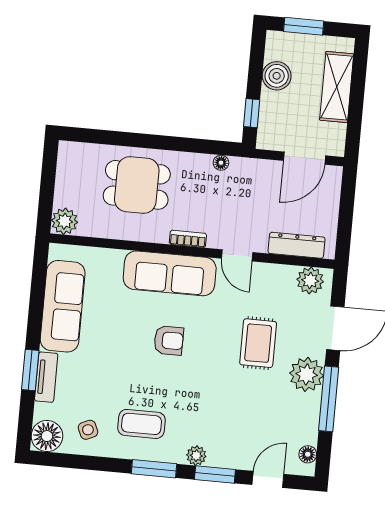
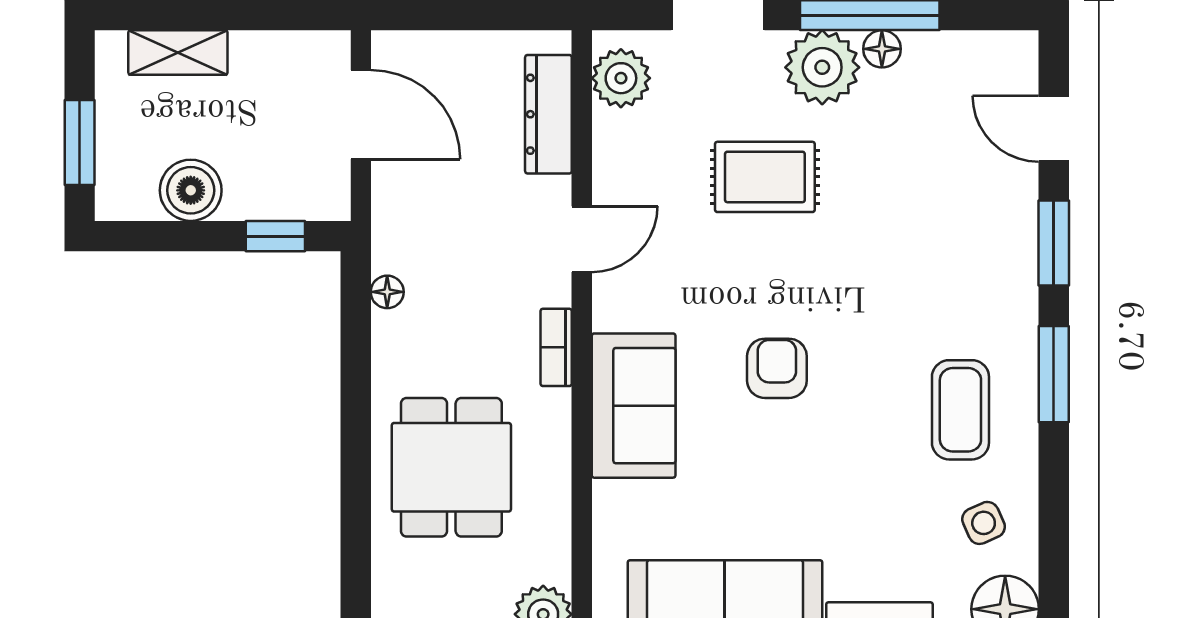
shelving: (337, 87) -> (178, 52), width x0.67, depth x0.75
sofa: (170, 273) -> (634, 406), width x0.73
floor lamp: (308, 454) -> (882, 49), moved
plant: (196, 456) -> (1017, 286), removed

